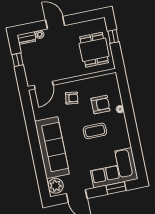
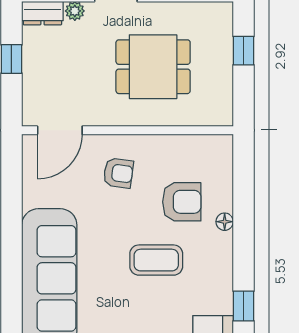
dining table: (94, 50) -> (153, 67), moved, turned 90
window: (135, 143) -> (243, 306), added

